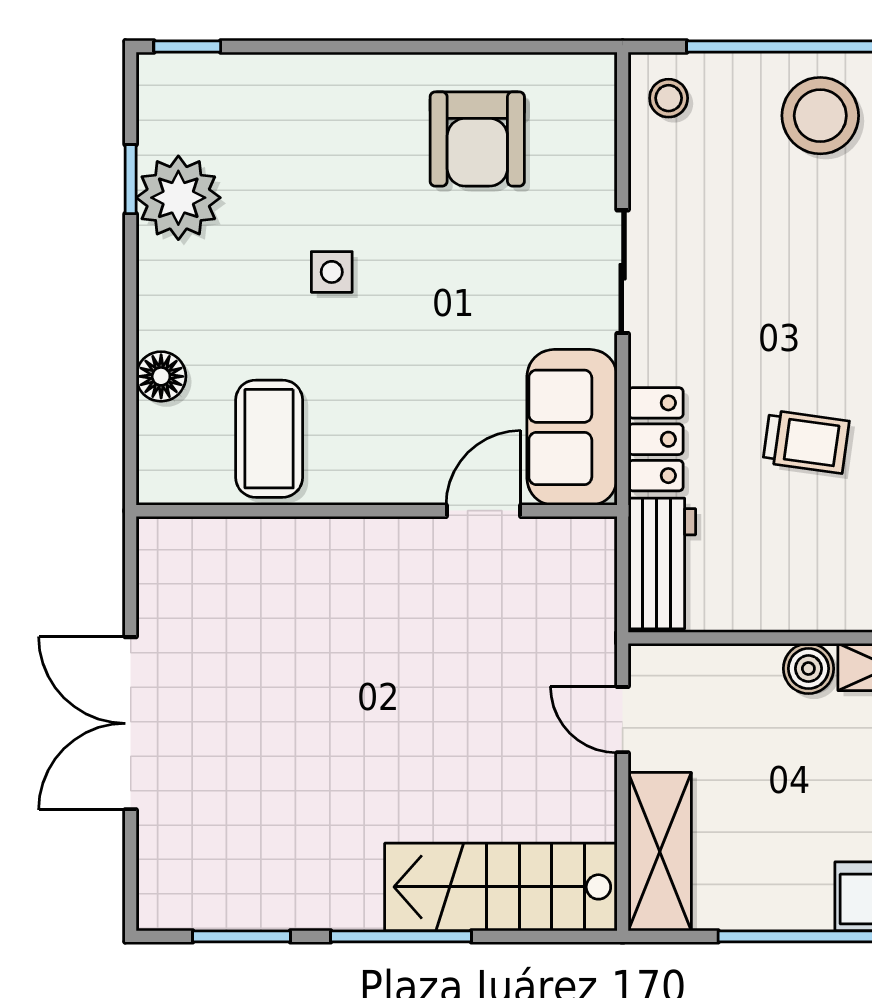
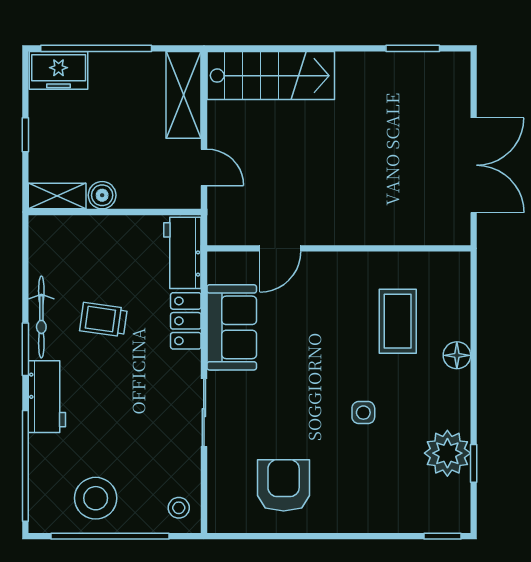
wall: (377, 511) -> (339, 248), moved
door: (483, 511) -> (280, 248), moved
window: (401, 936) -> (325, 48), removed

